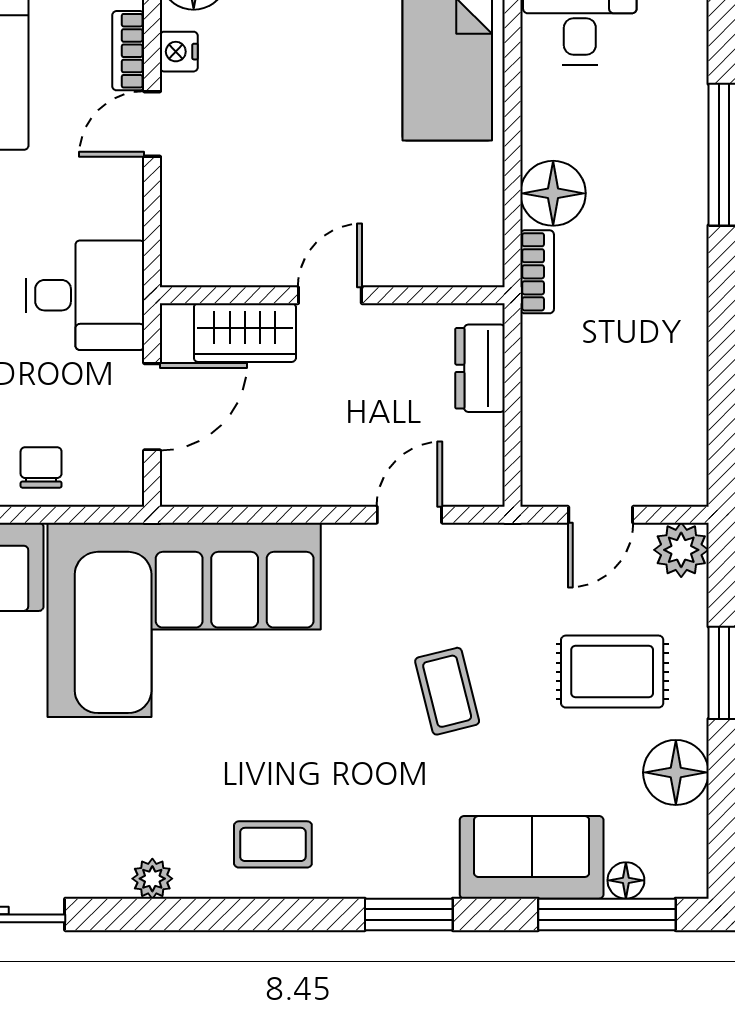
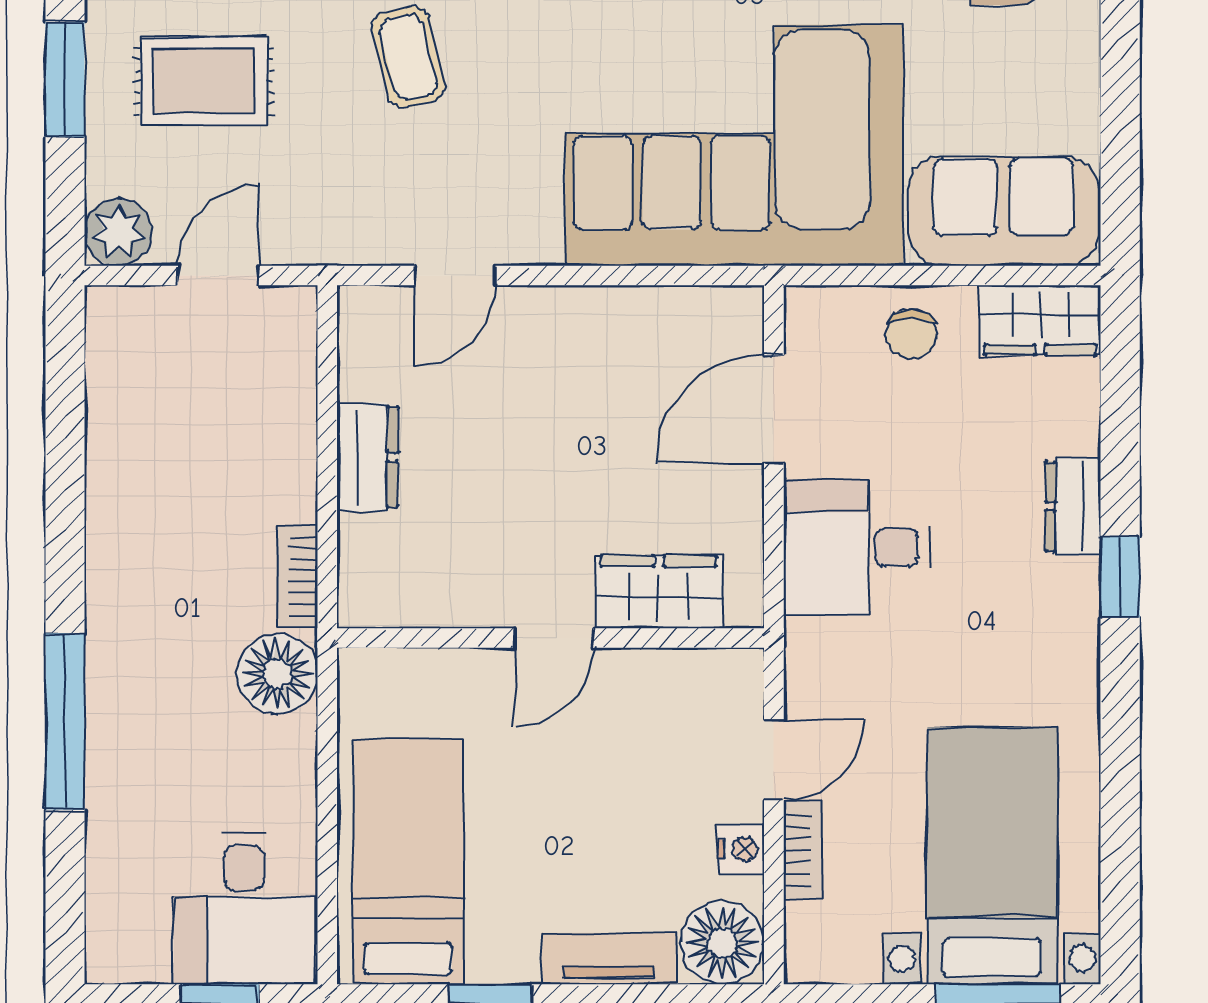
door: (330, 295) -> (554, 638), moved
wall: (332, 295) -> (551, 638), moved
wardrobe: (245, 333) -> (659, 592), moved

